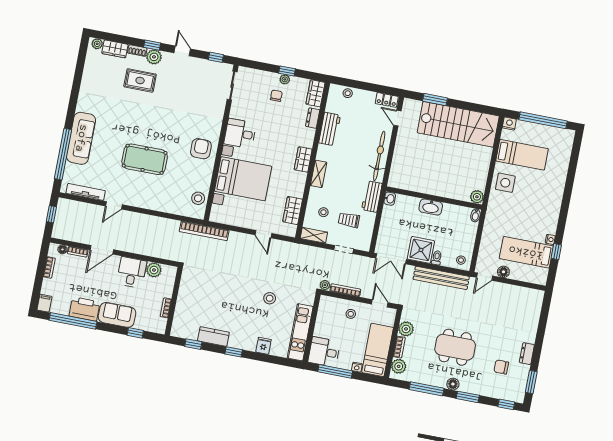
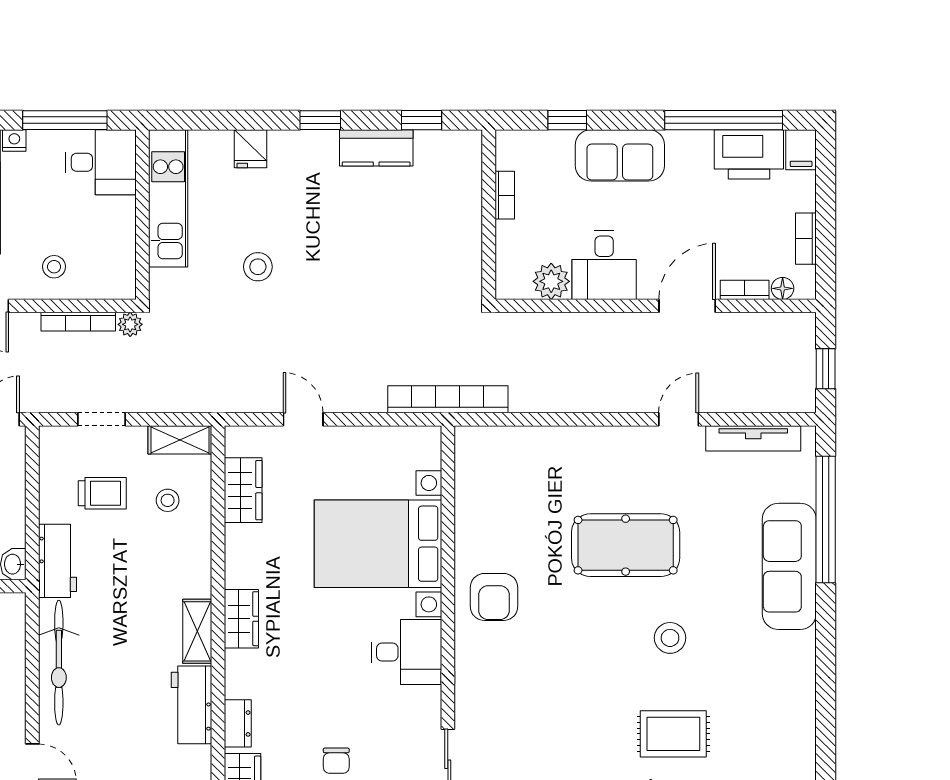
shelving: (319, 174) -> (197, 631), moved
stool: (198, 198) -> (670, 638), moved
printer: (84, 309) -> (749, 154), moved

